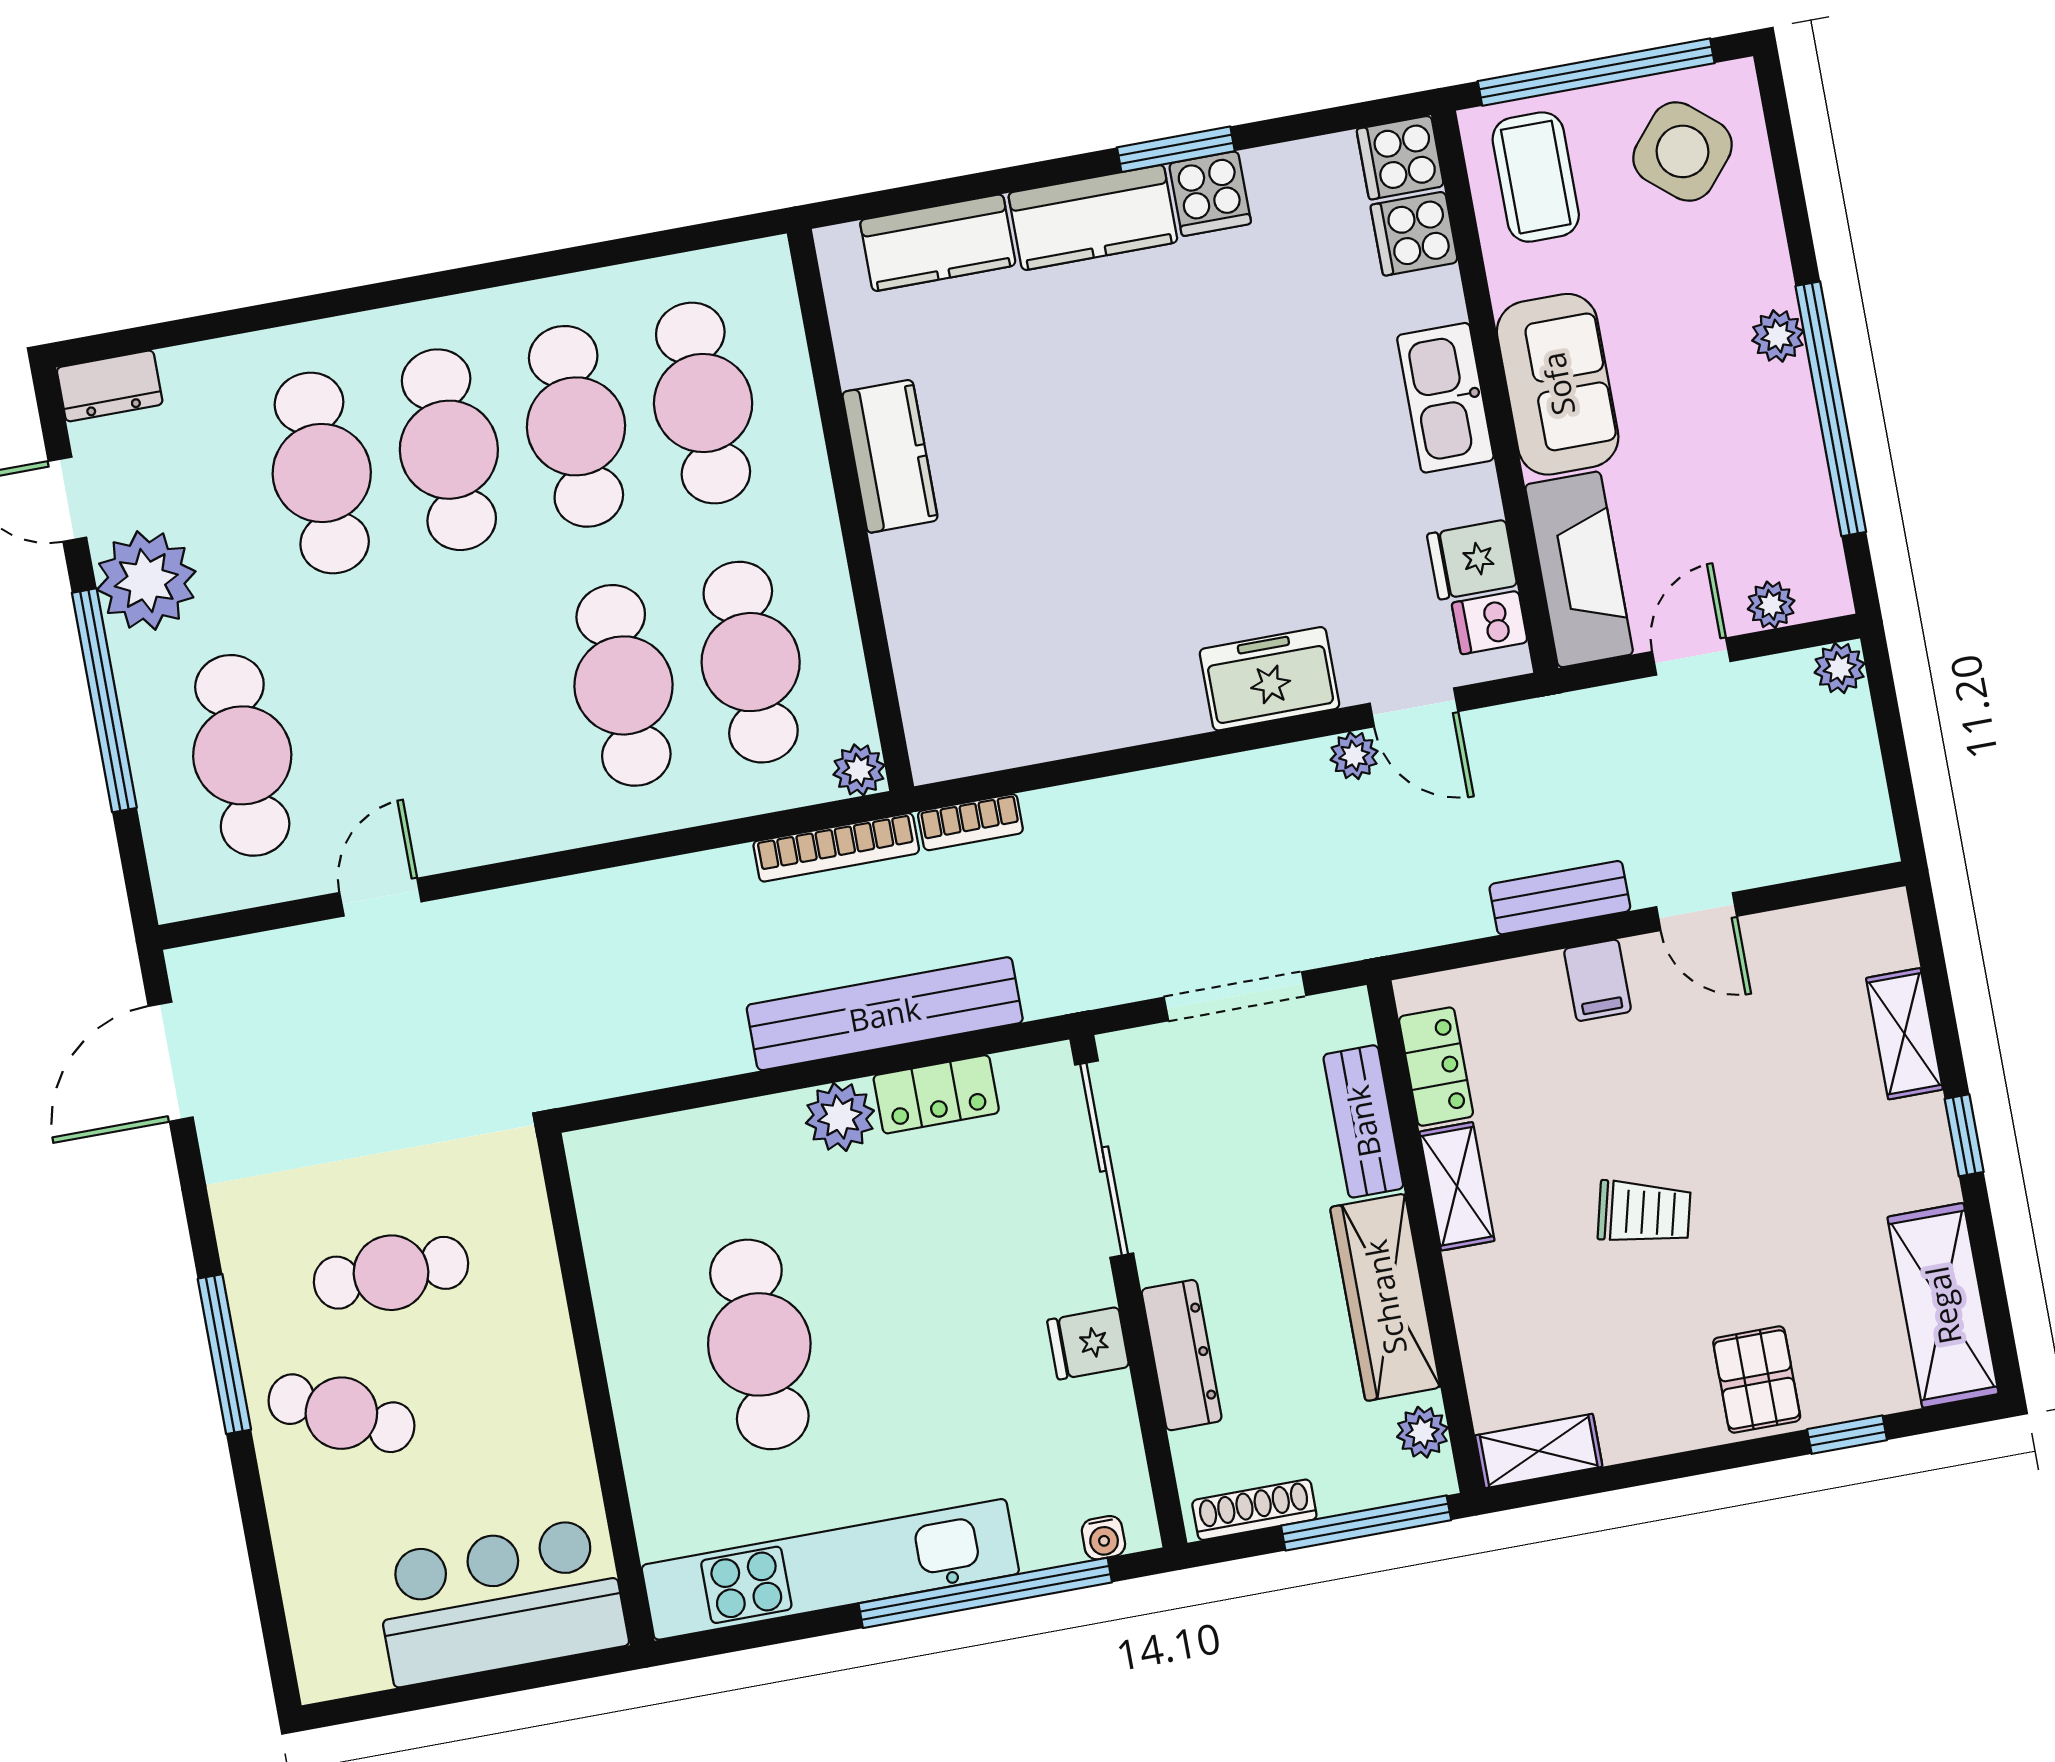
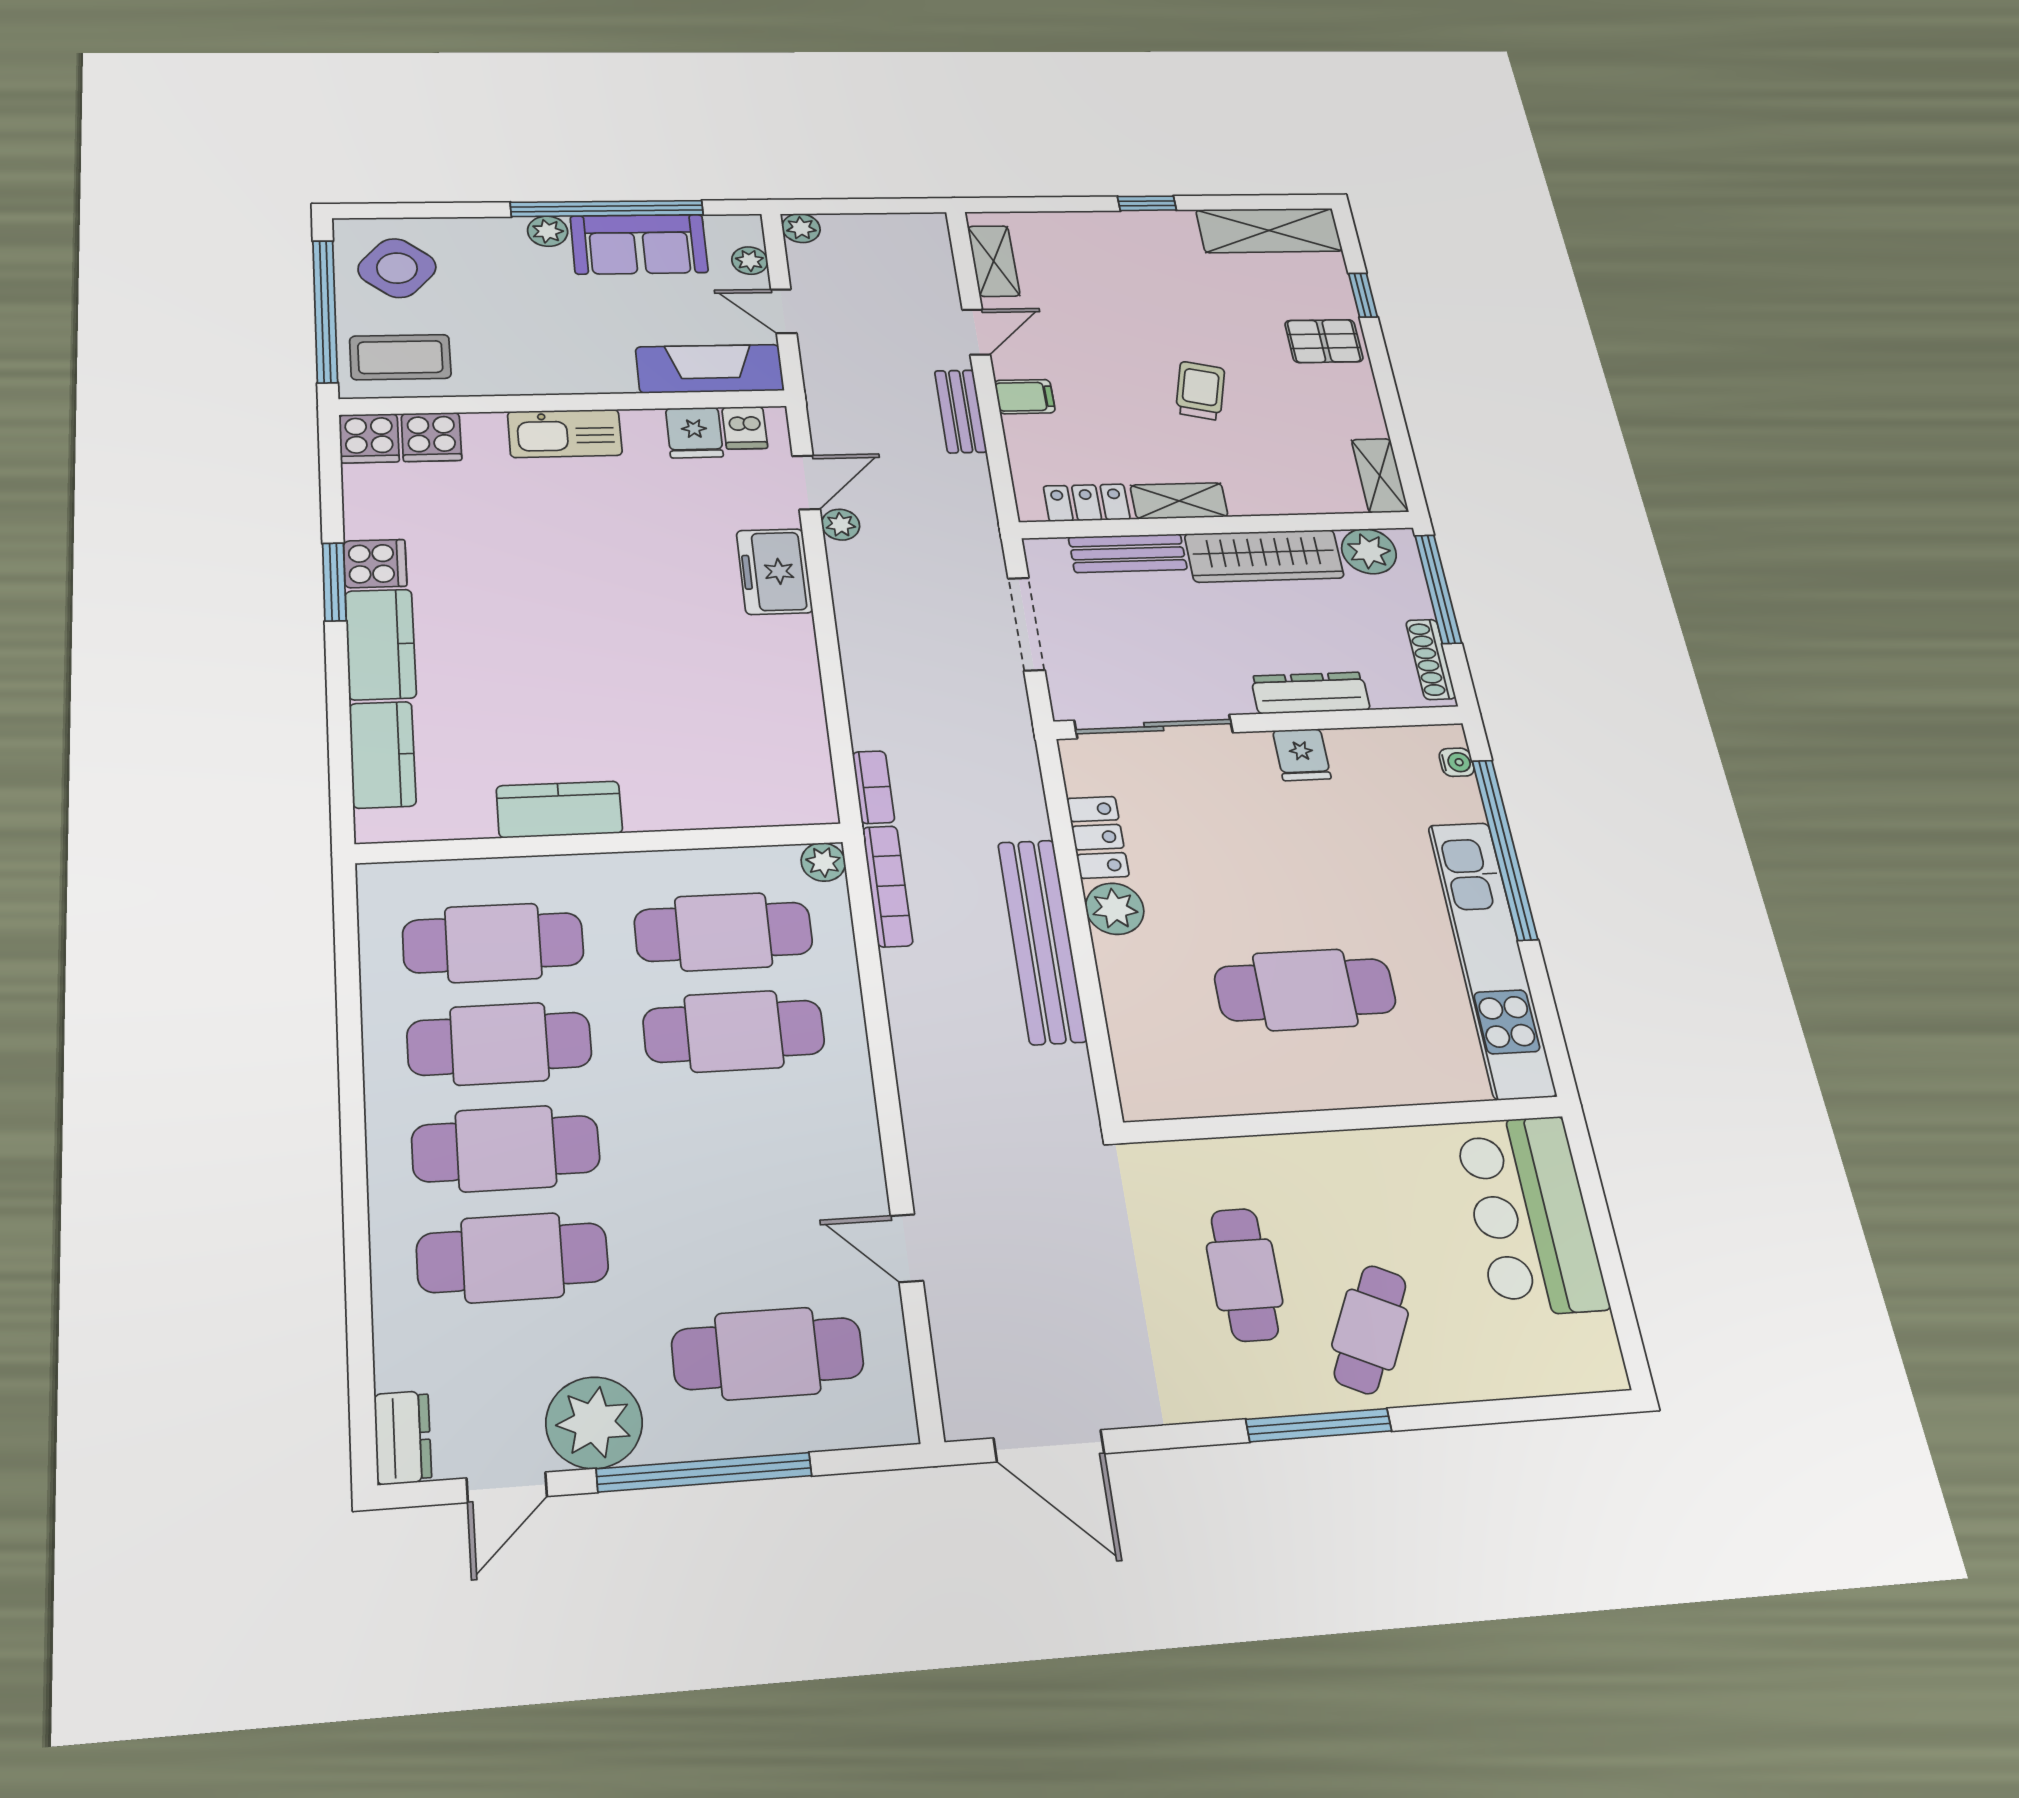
sofa: (1558, 384) -> (639, 244), moved, turned 180
bench: (885, 1014) -> (1042, 941), moved
shelving: (1904, 1034) -> (994, 261), moved, turned 90
plant: (1422, 1432) -> (1369, 551), width x1.38, depth x1.38

